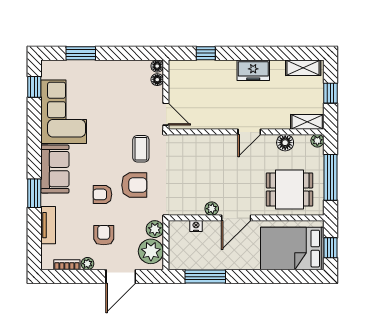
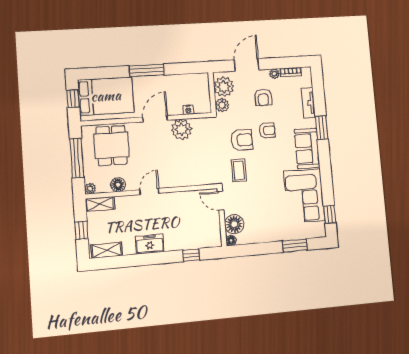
floor lamp: (157, 80) -> (234, 224), width x1.89, depth x1.89
armchair: (134, 185) -> (242, 140), turned 180
dining table: (290, 189) -> (112, 145), turned 90
plant: (212, 209) -> (182, 129), width x1.88, depth x1.88
window: (205, 277) -> (147, 70), moved

